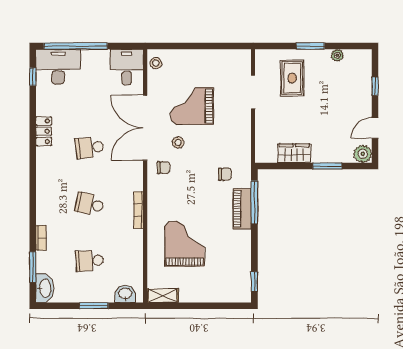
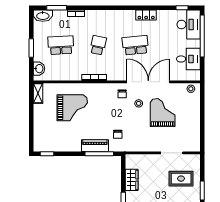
desk: (127, 67) -> (188, 59), moved
school desk: (90, 148) -> (135, 45), width x1.85
school desk: (90, 261) -> (61, 45), width x1.85

